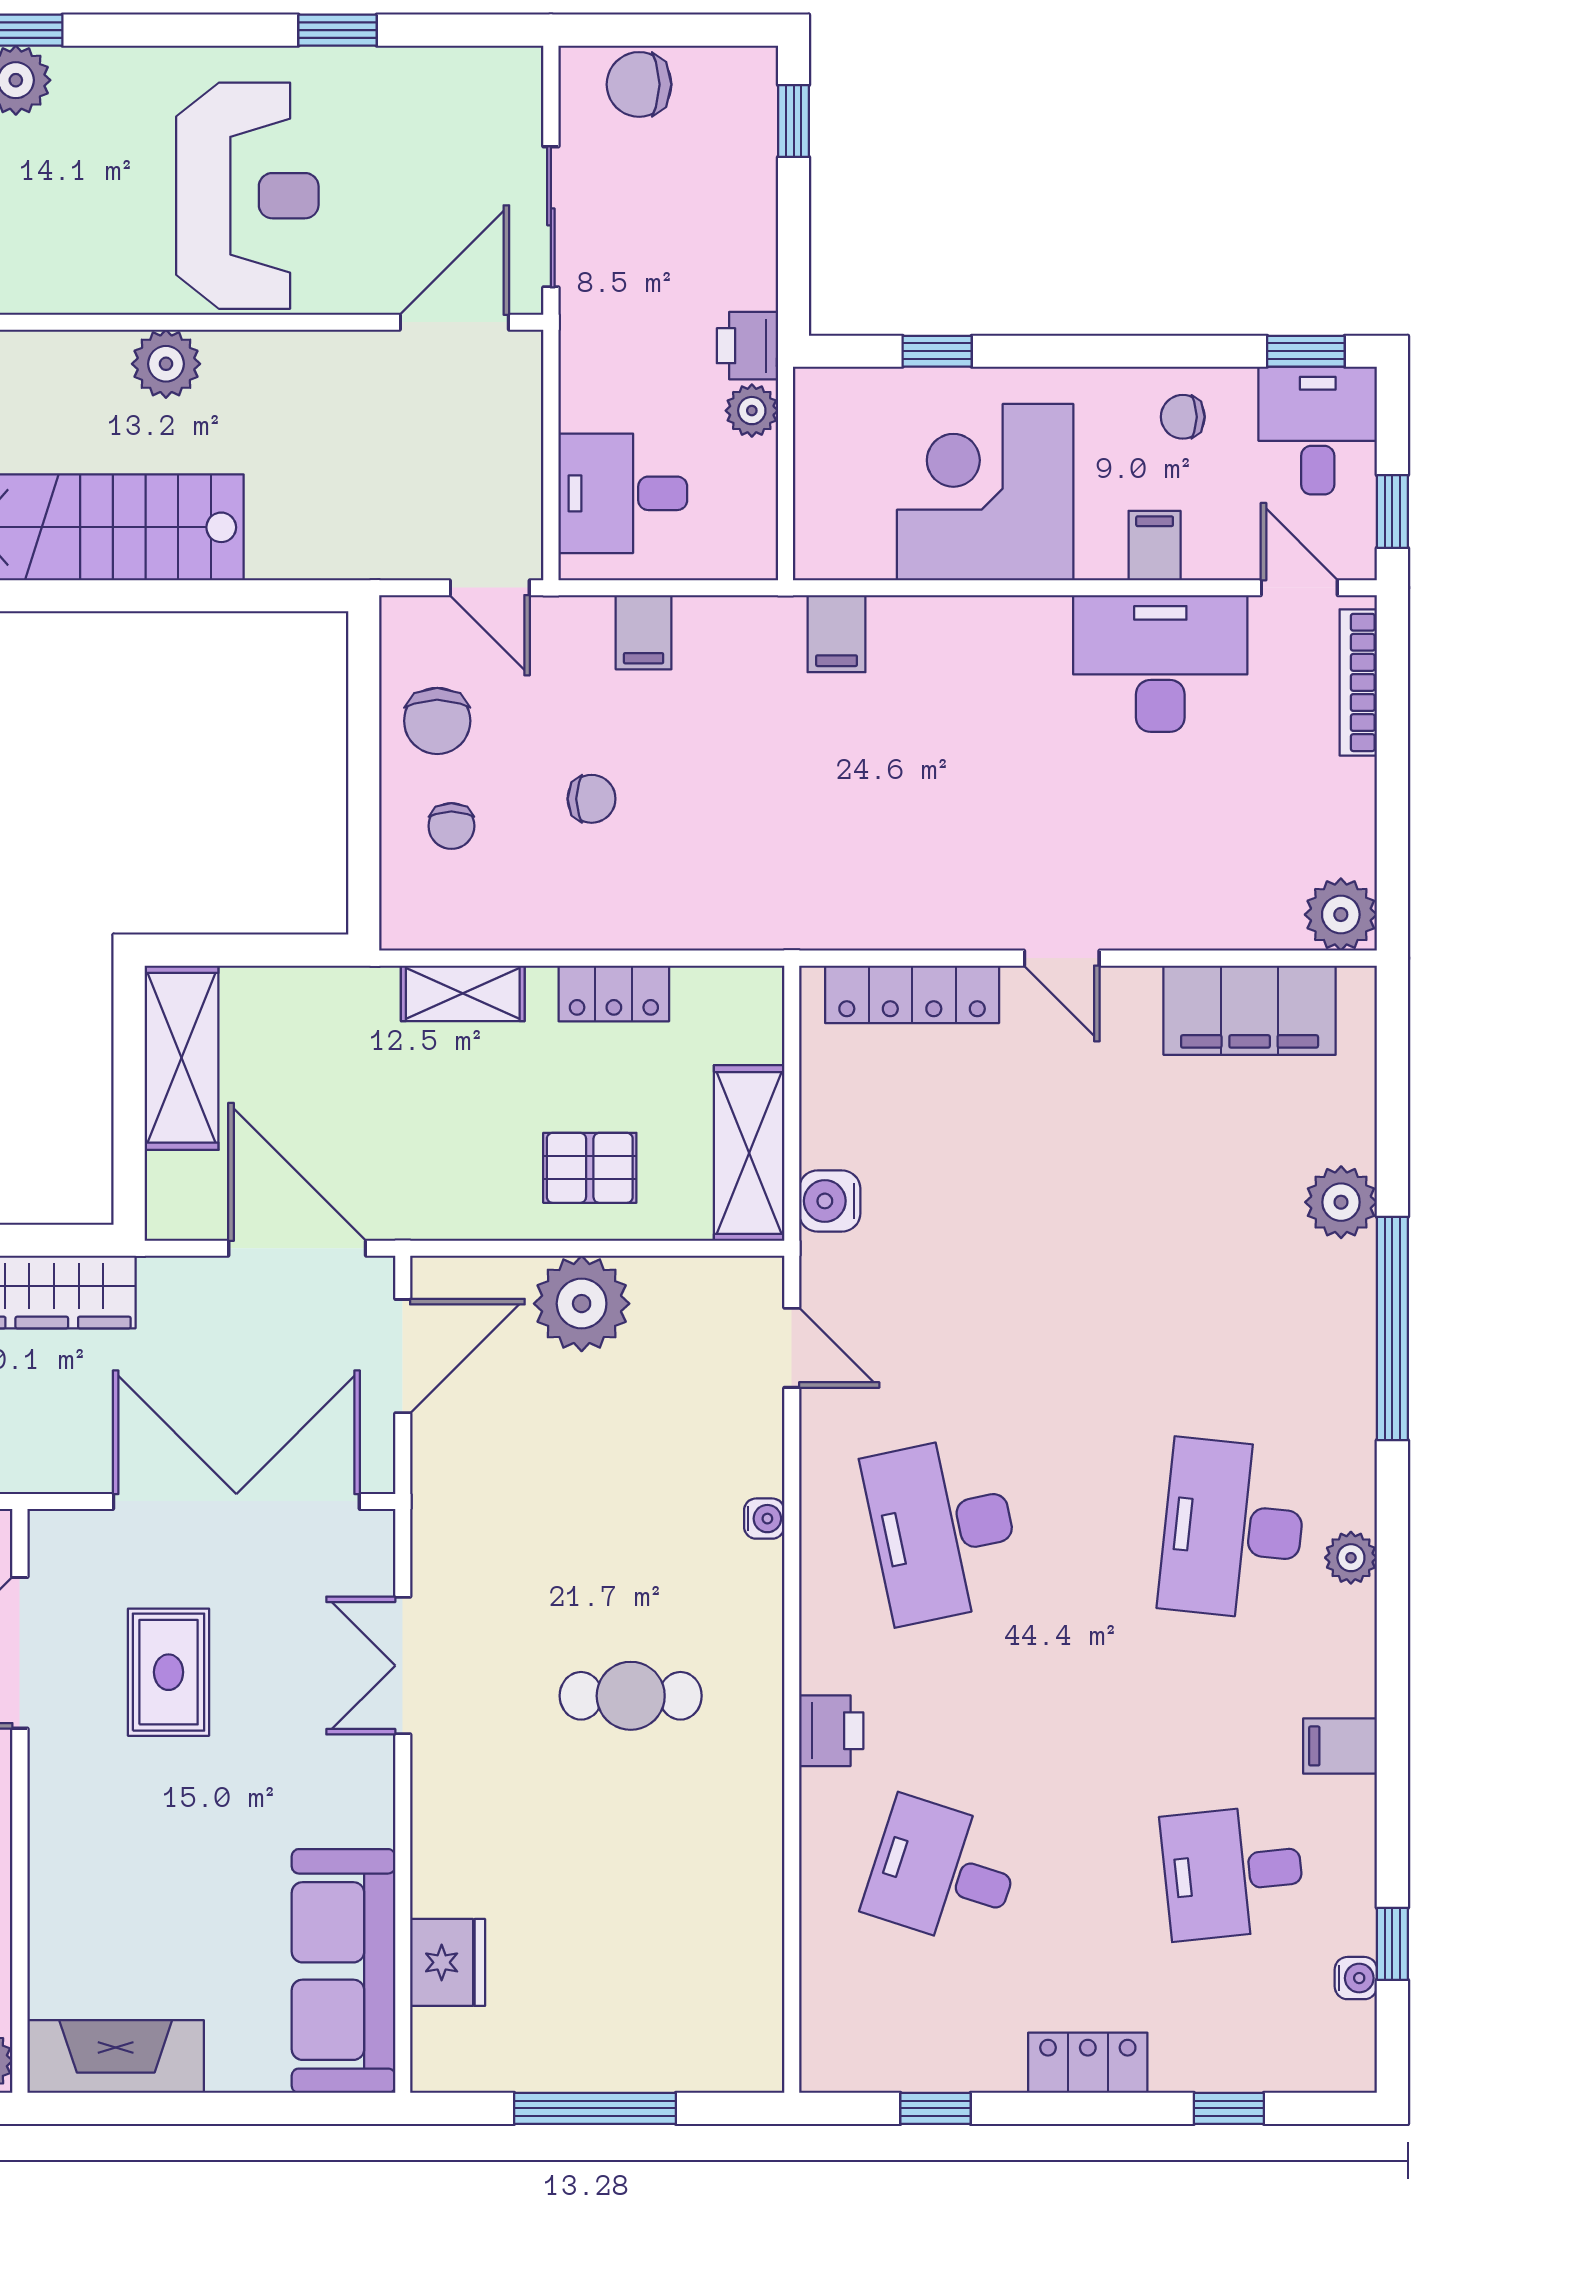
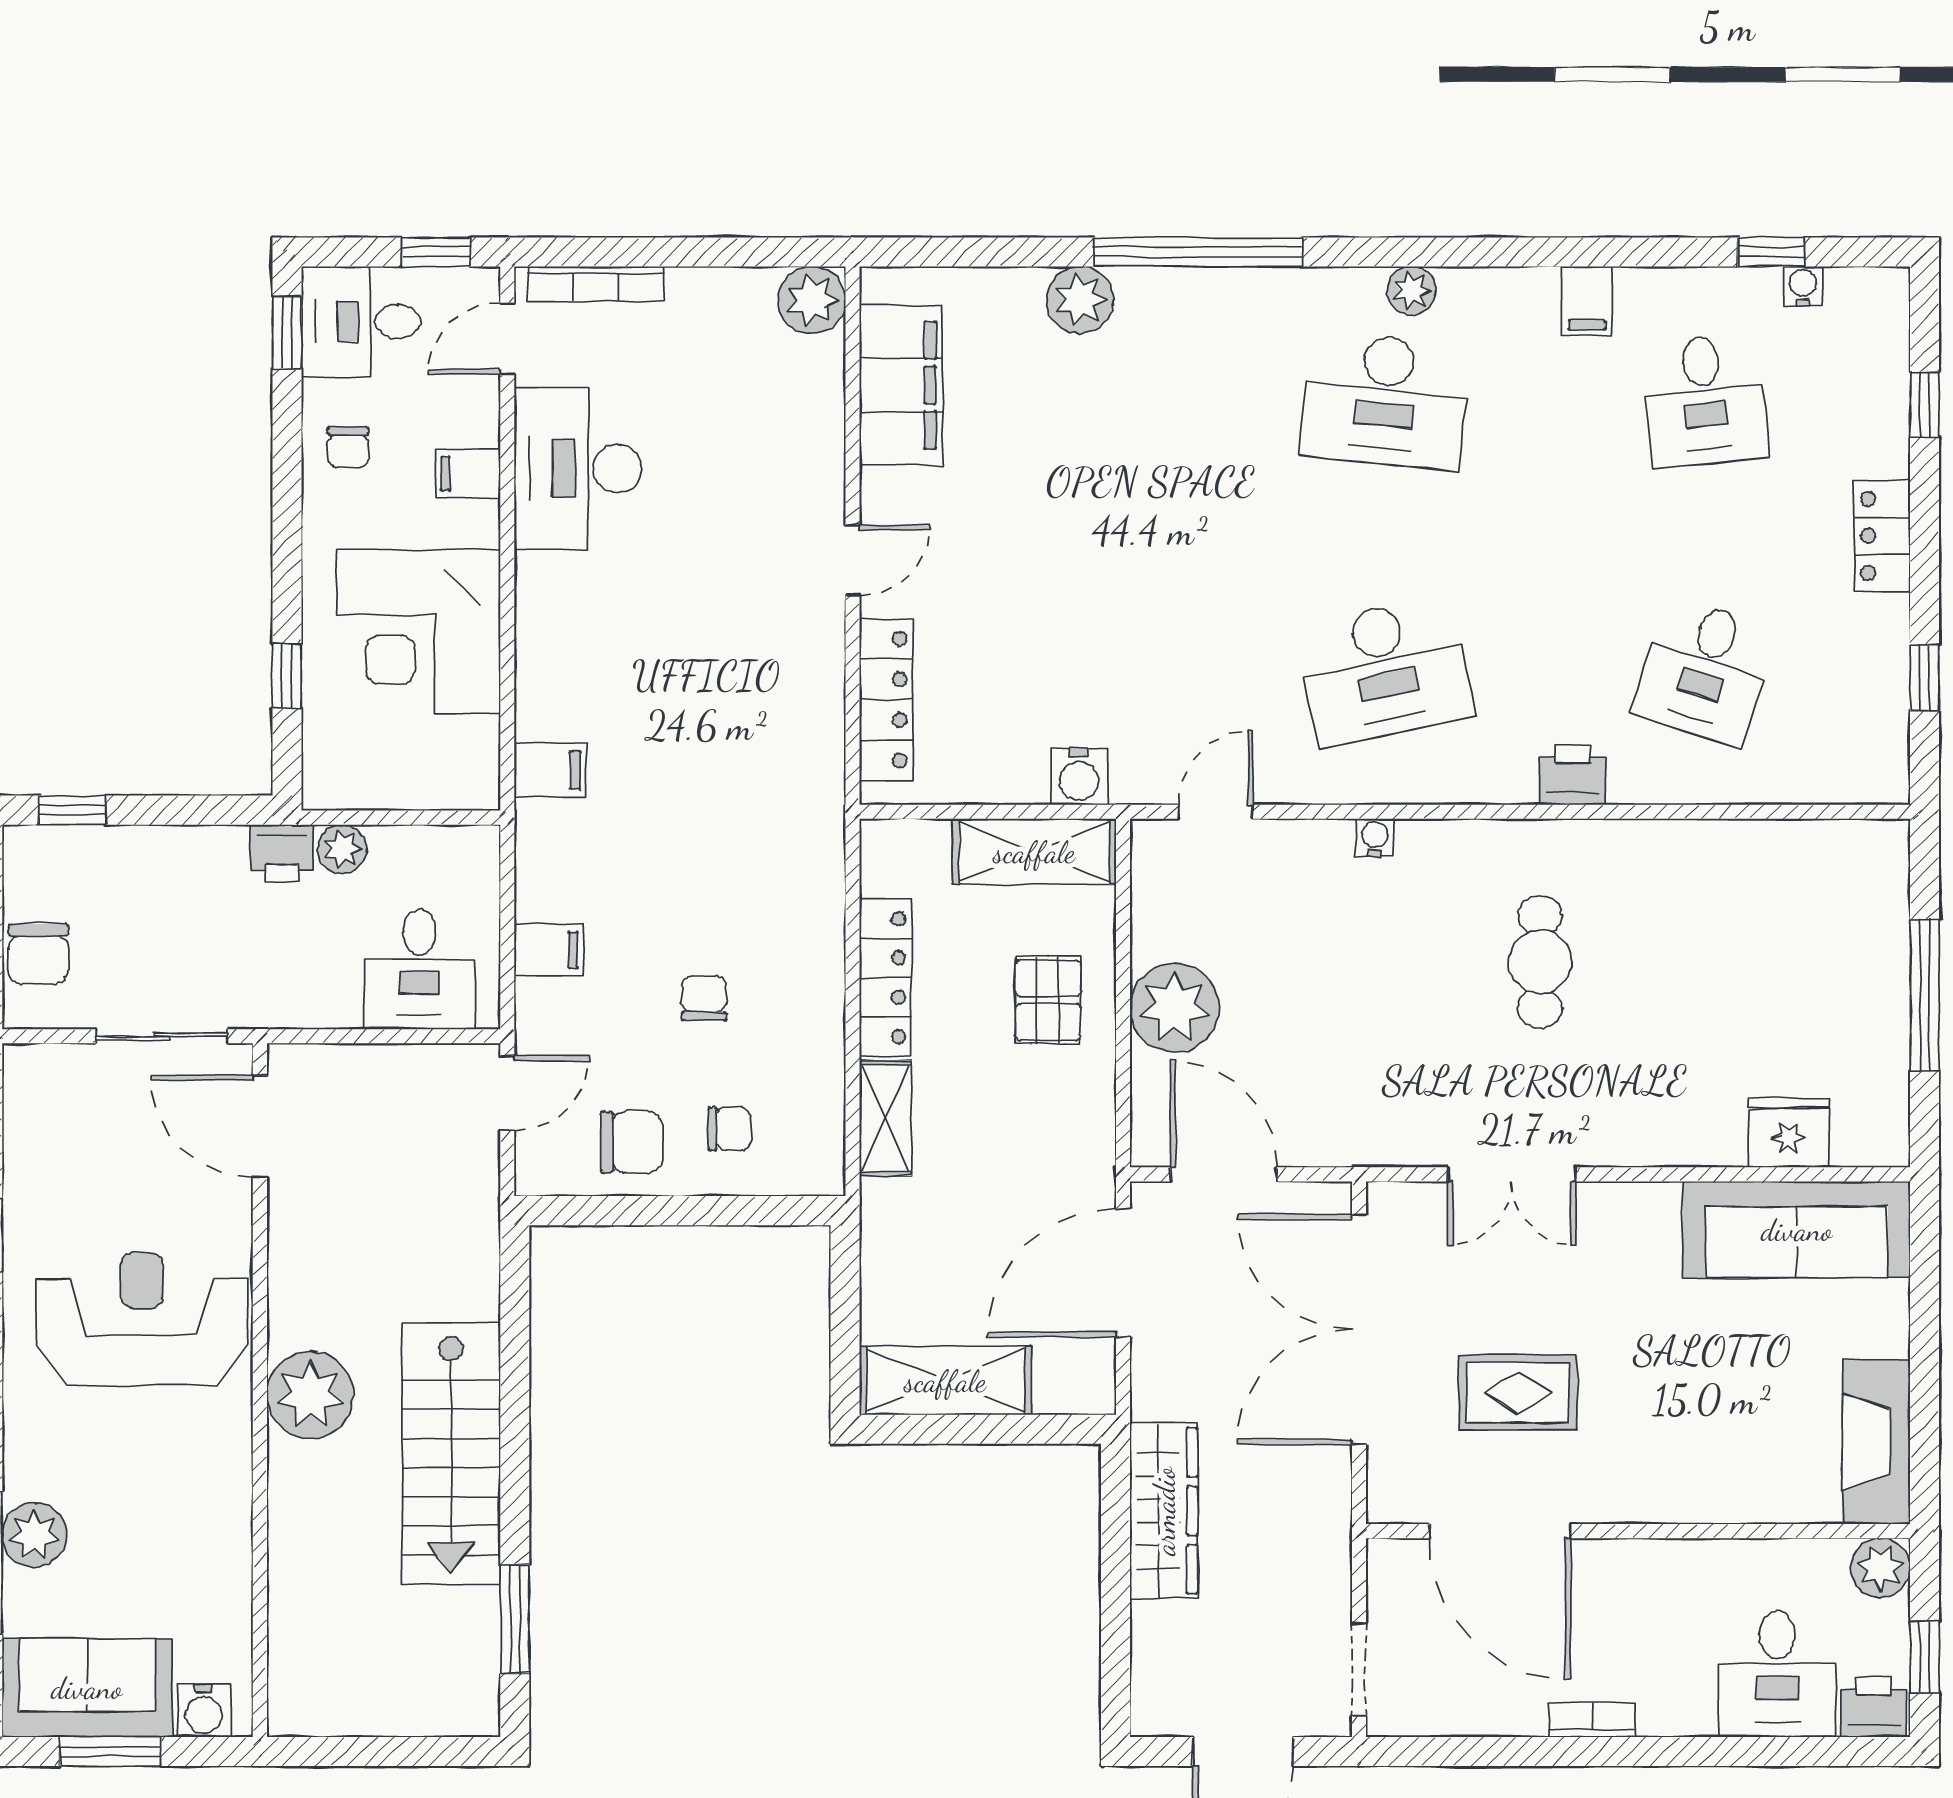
plant: (166, 364) -> (310, 1395), width x1.36, depth x1.36
locker: (614, 993) -> (885, 978), width x1.53

